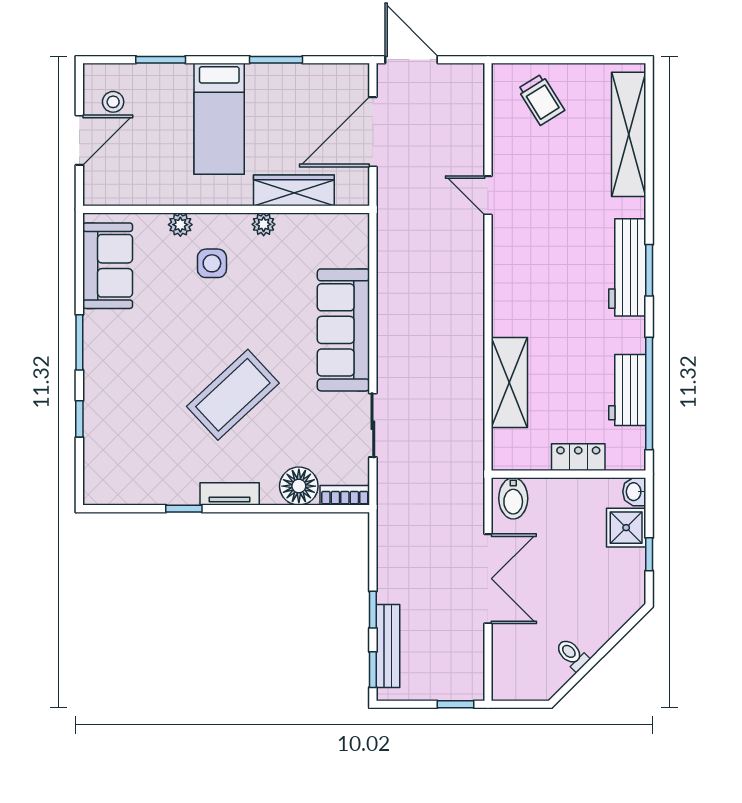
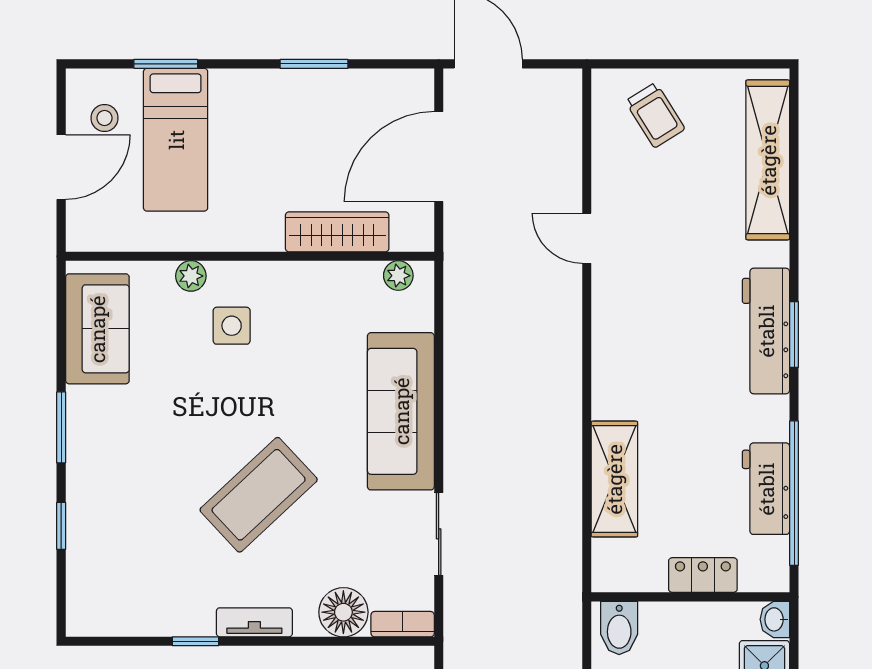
bed: (219, 119) -> (176, 140), moved
plant: (264, 224) -> (398, 276), moved

